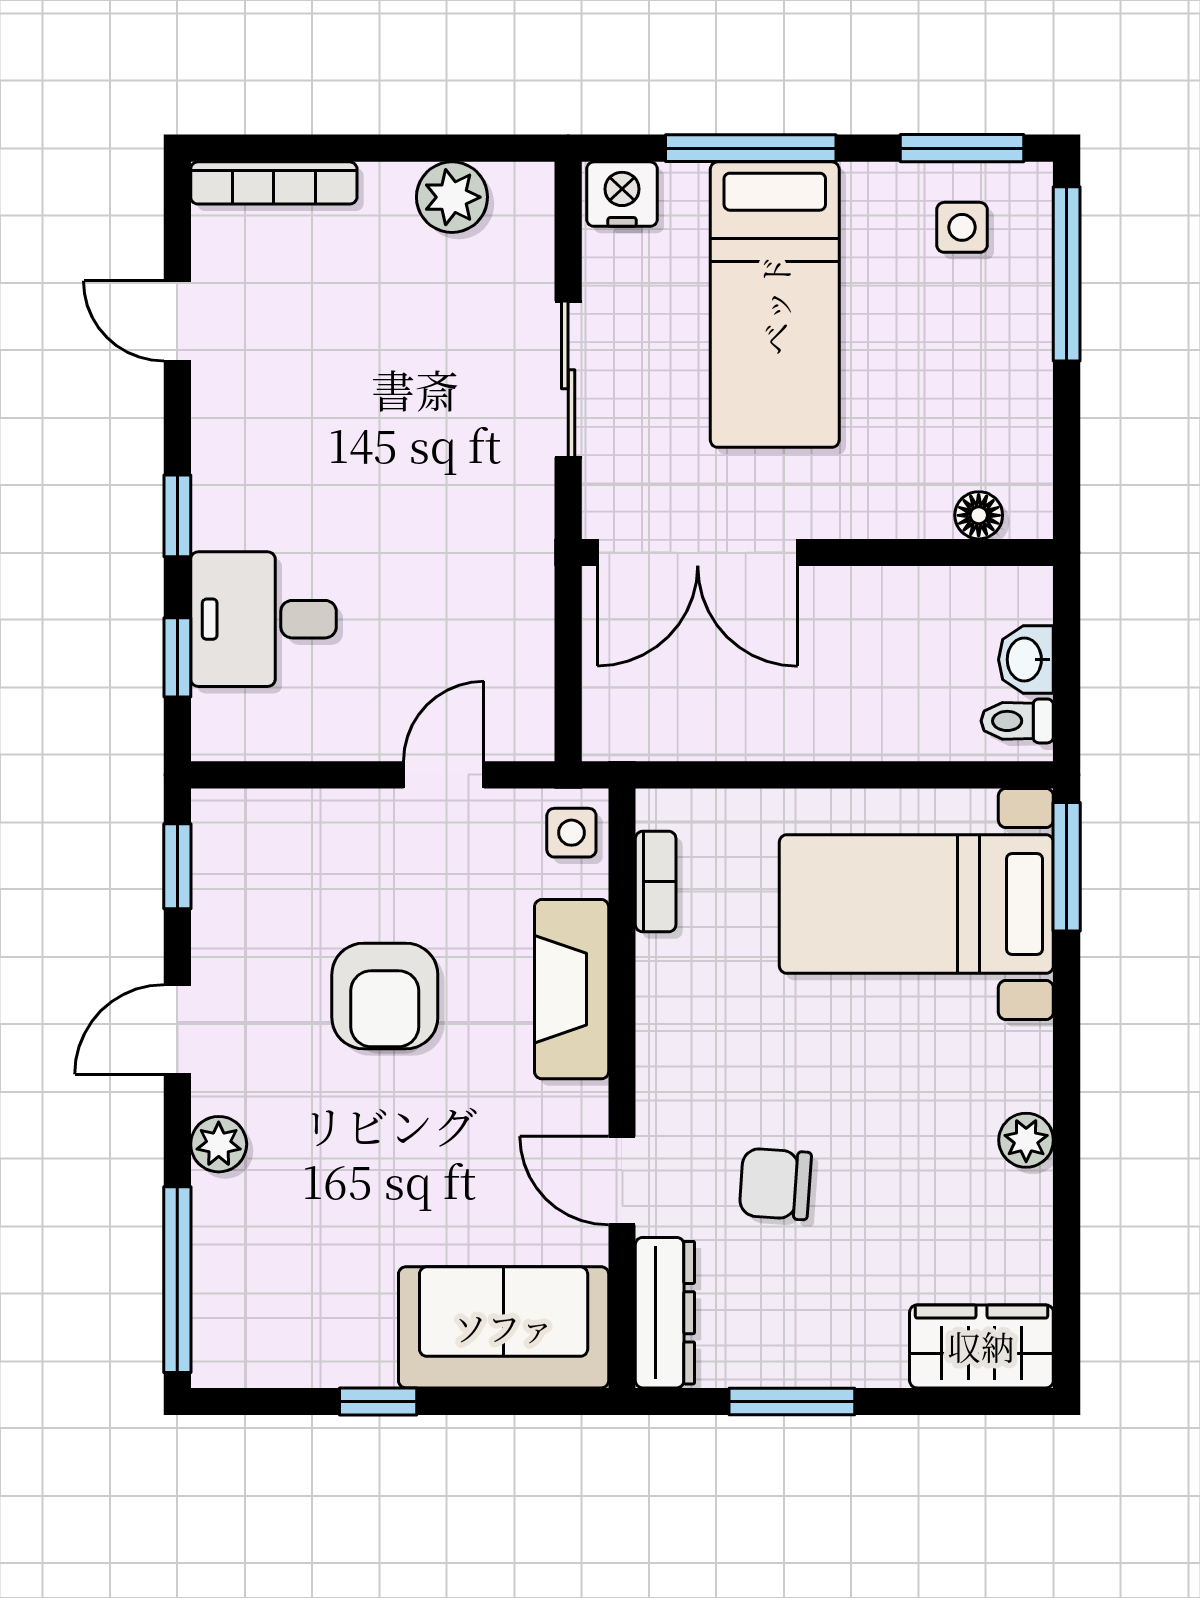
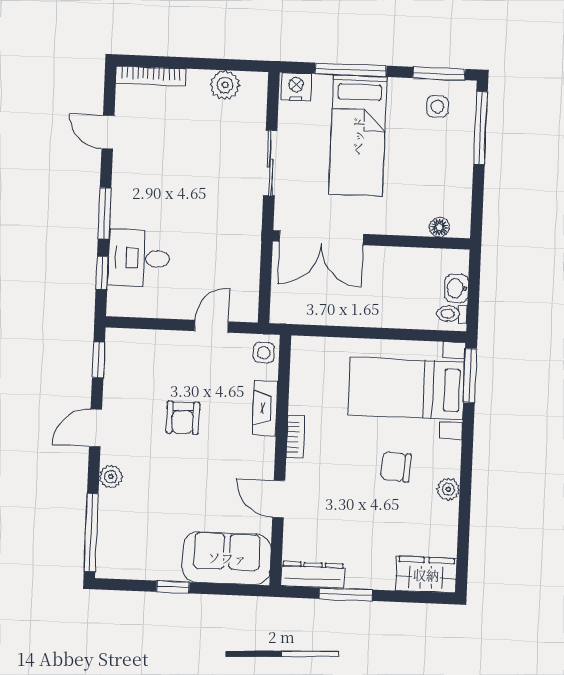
window: (177, 516) -> (105, 213), width x1.50
bookcase: (656, 882) -> (295, 437), moved
fireplace: (572, 989) -> (265, 408), width x0.73, depth x0.76
armchair: (385, 996) -> (183, 418), width x0.72, depth x0.72
chair: (775, 1184) -> (396, 467), moved
dresser: (665, 1313) -> (313, 575), moved, turned -90

